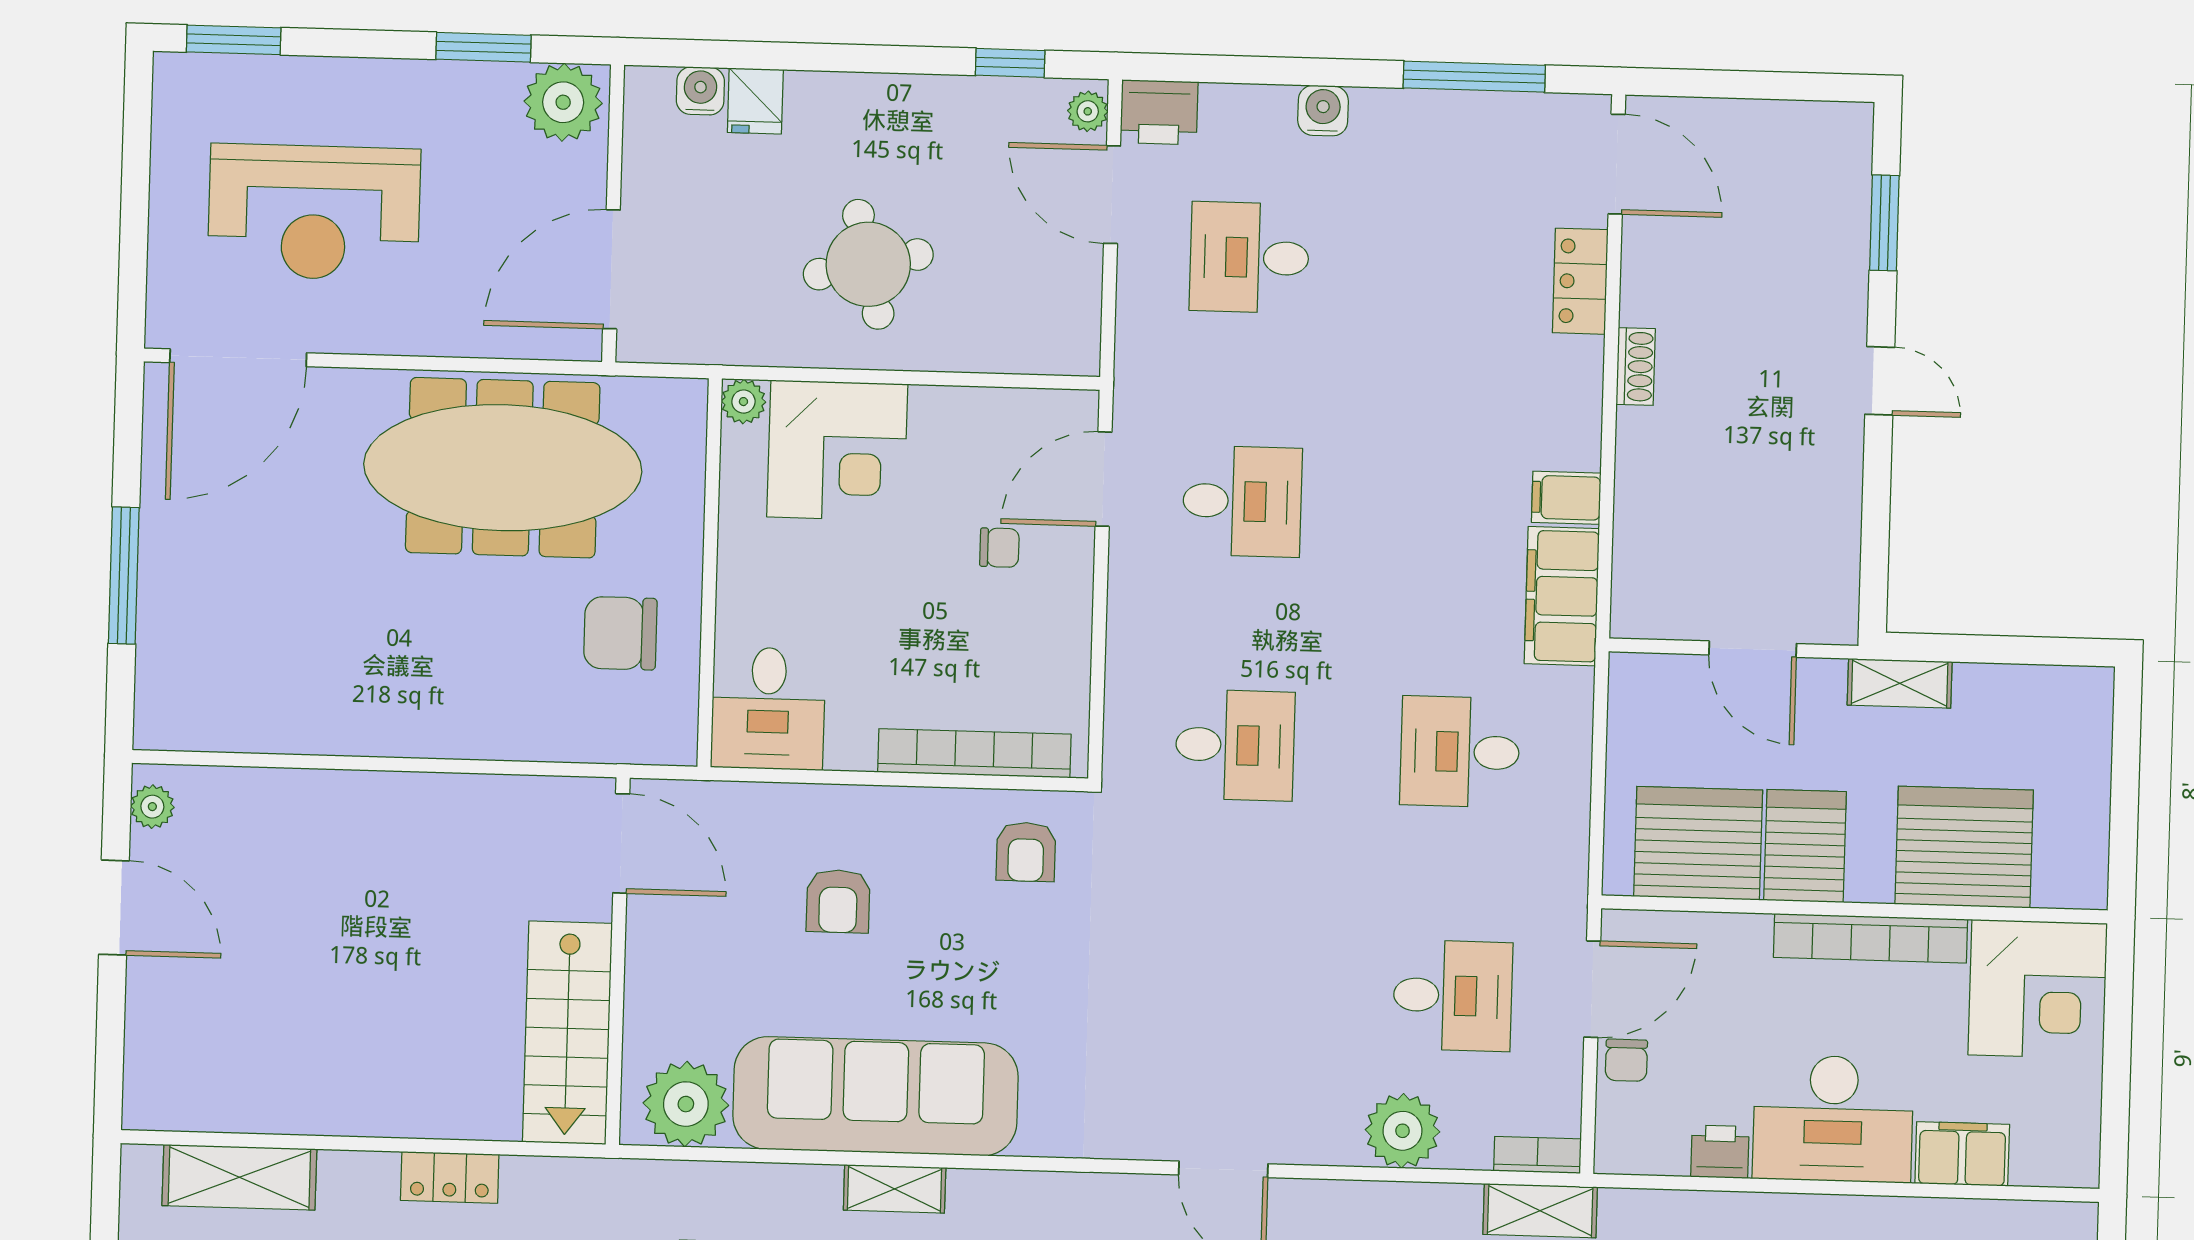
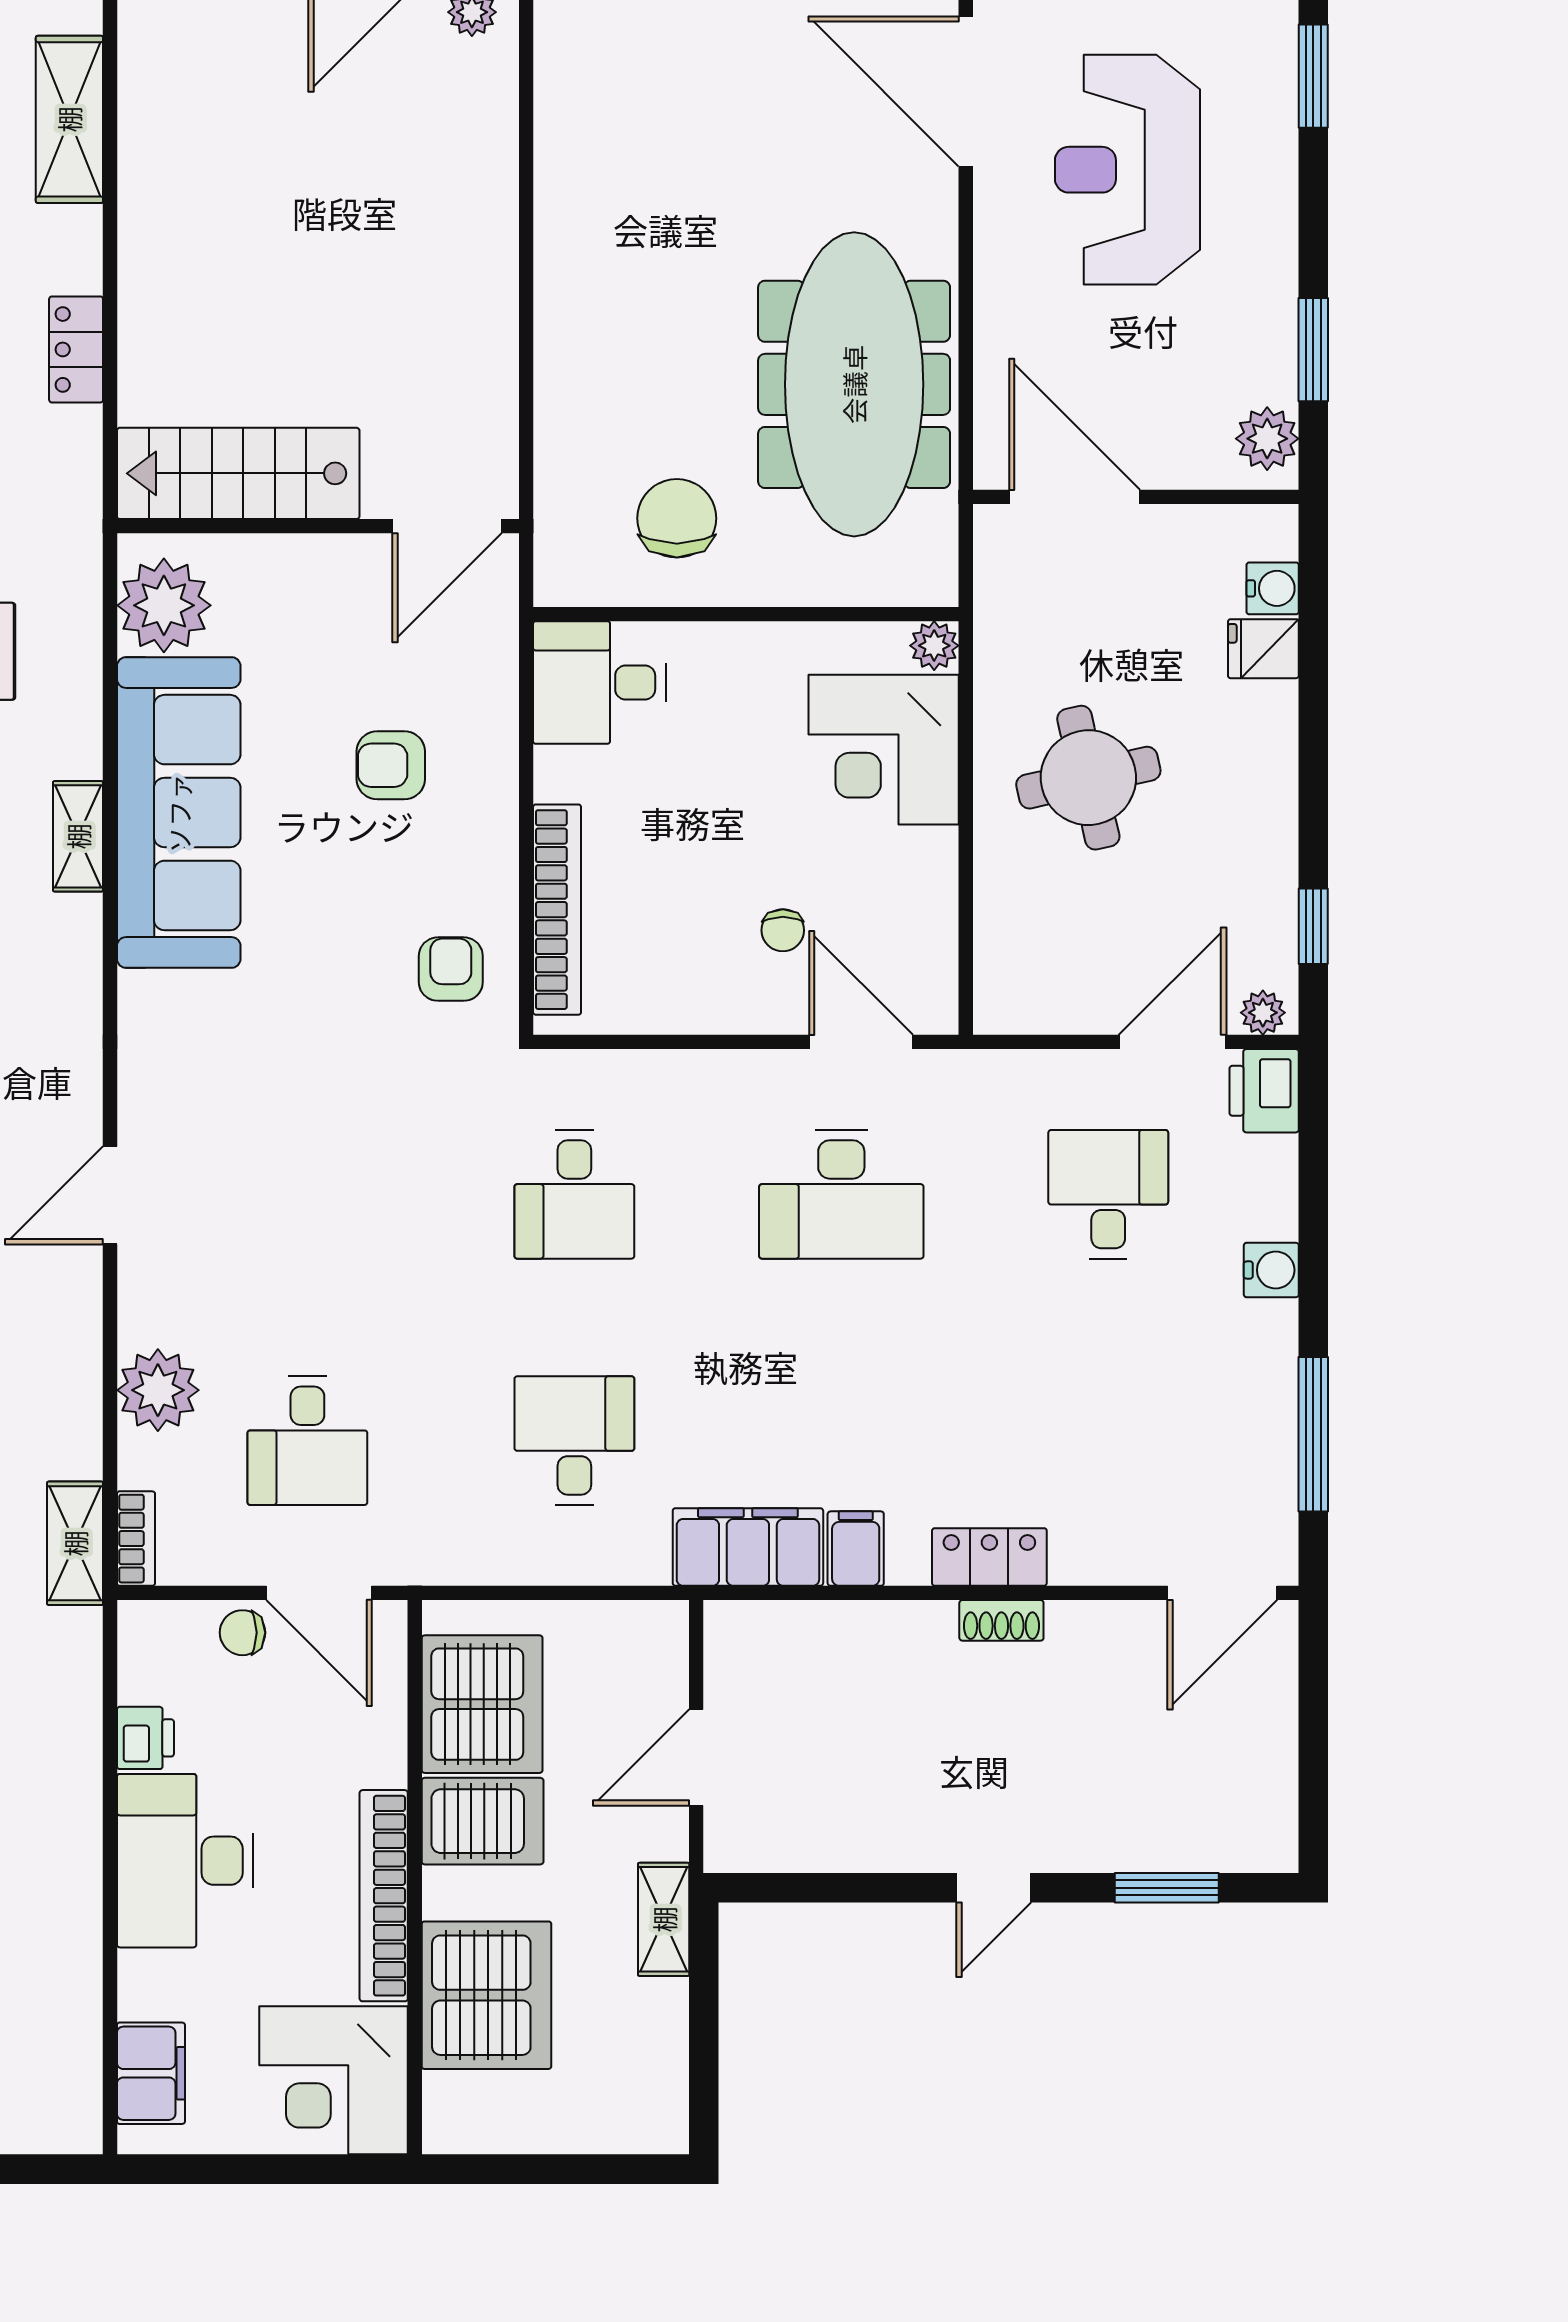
plant: (563, 102) -> (1267, 439), width x0.73, depth x0.73
locker: (1580, 281) -> (989, 1557), moved
desk: (1242, 501) -> (841, 1194), width x1.37
armchair: (1026, 852) -> (451, 969), turned 90
filing cabinet: (1962, 1154) -> (151, 2073), moved

